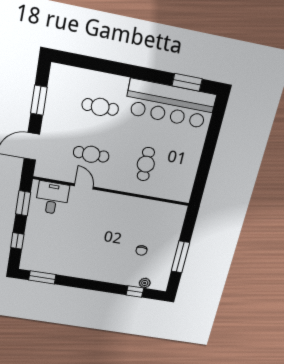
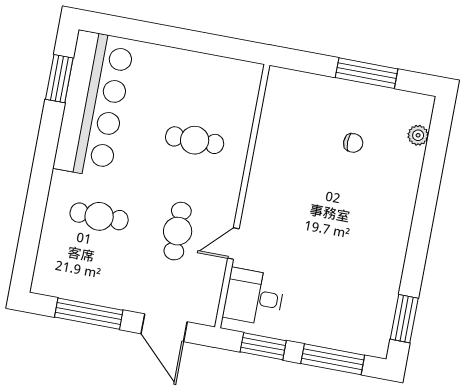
window: (39, 100) -> (89, 314), width x1.44
cafe table: (100, 107) -> (99, 216), turned 90
window: (17, 241) -> (333, 359), width x2.17
window: (135, 292) -> (435, 153), removed

